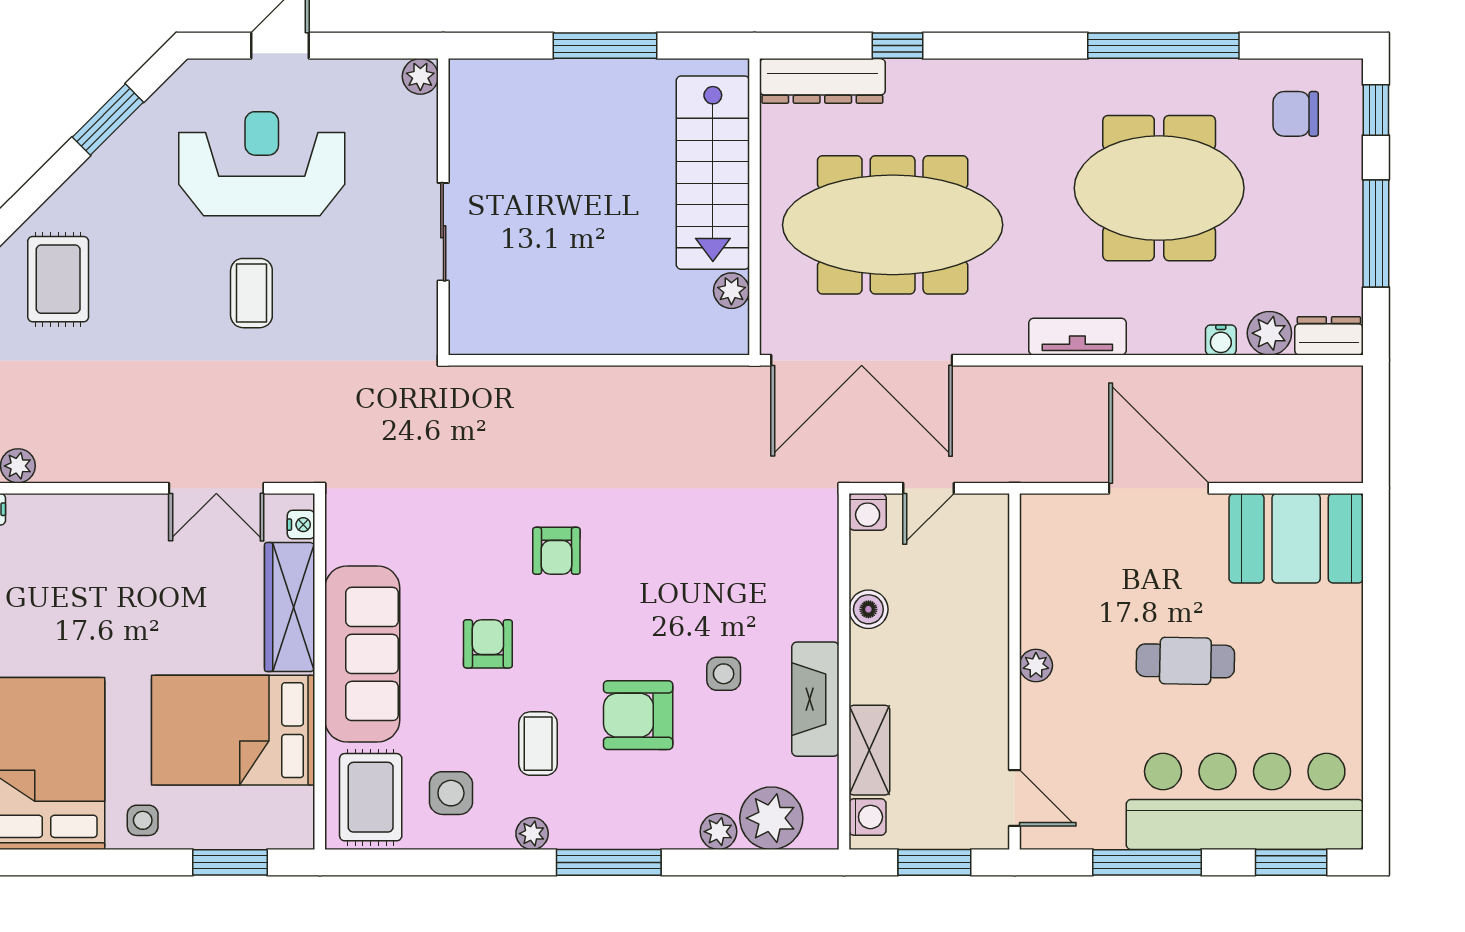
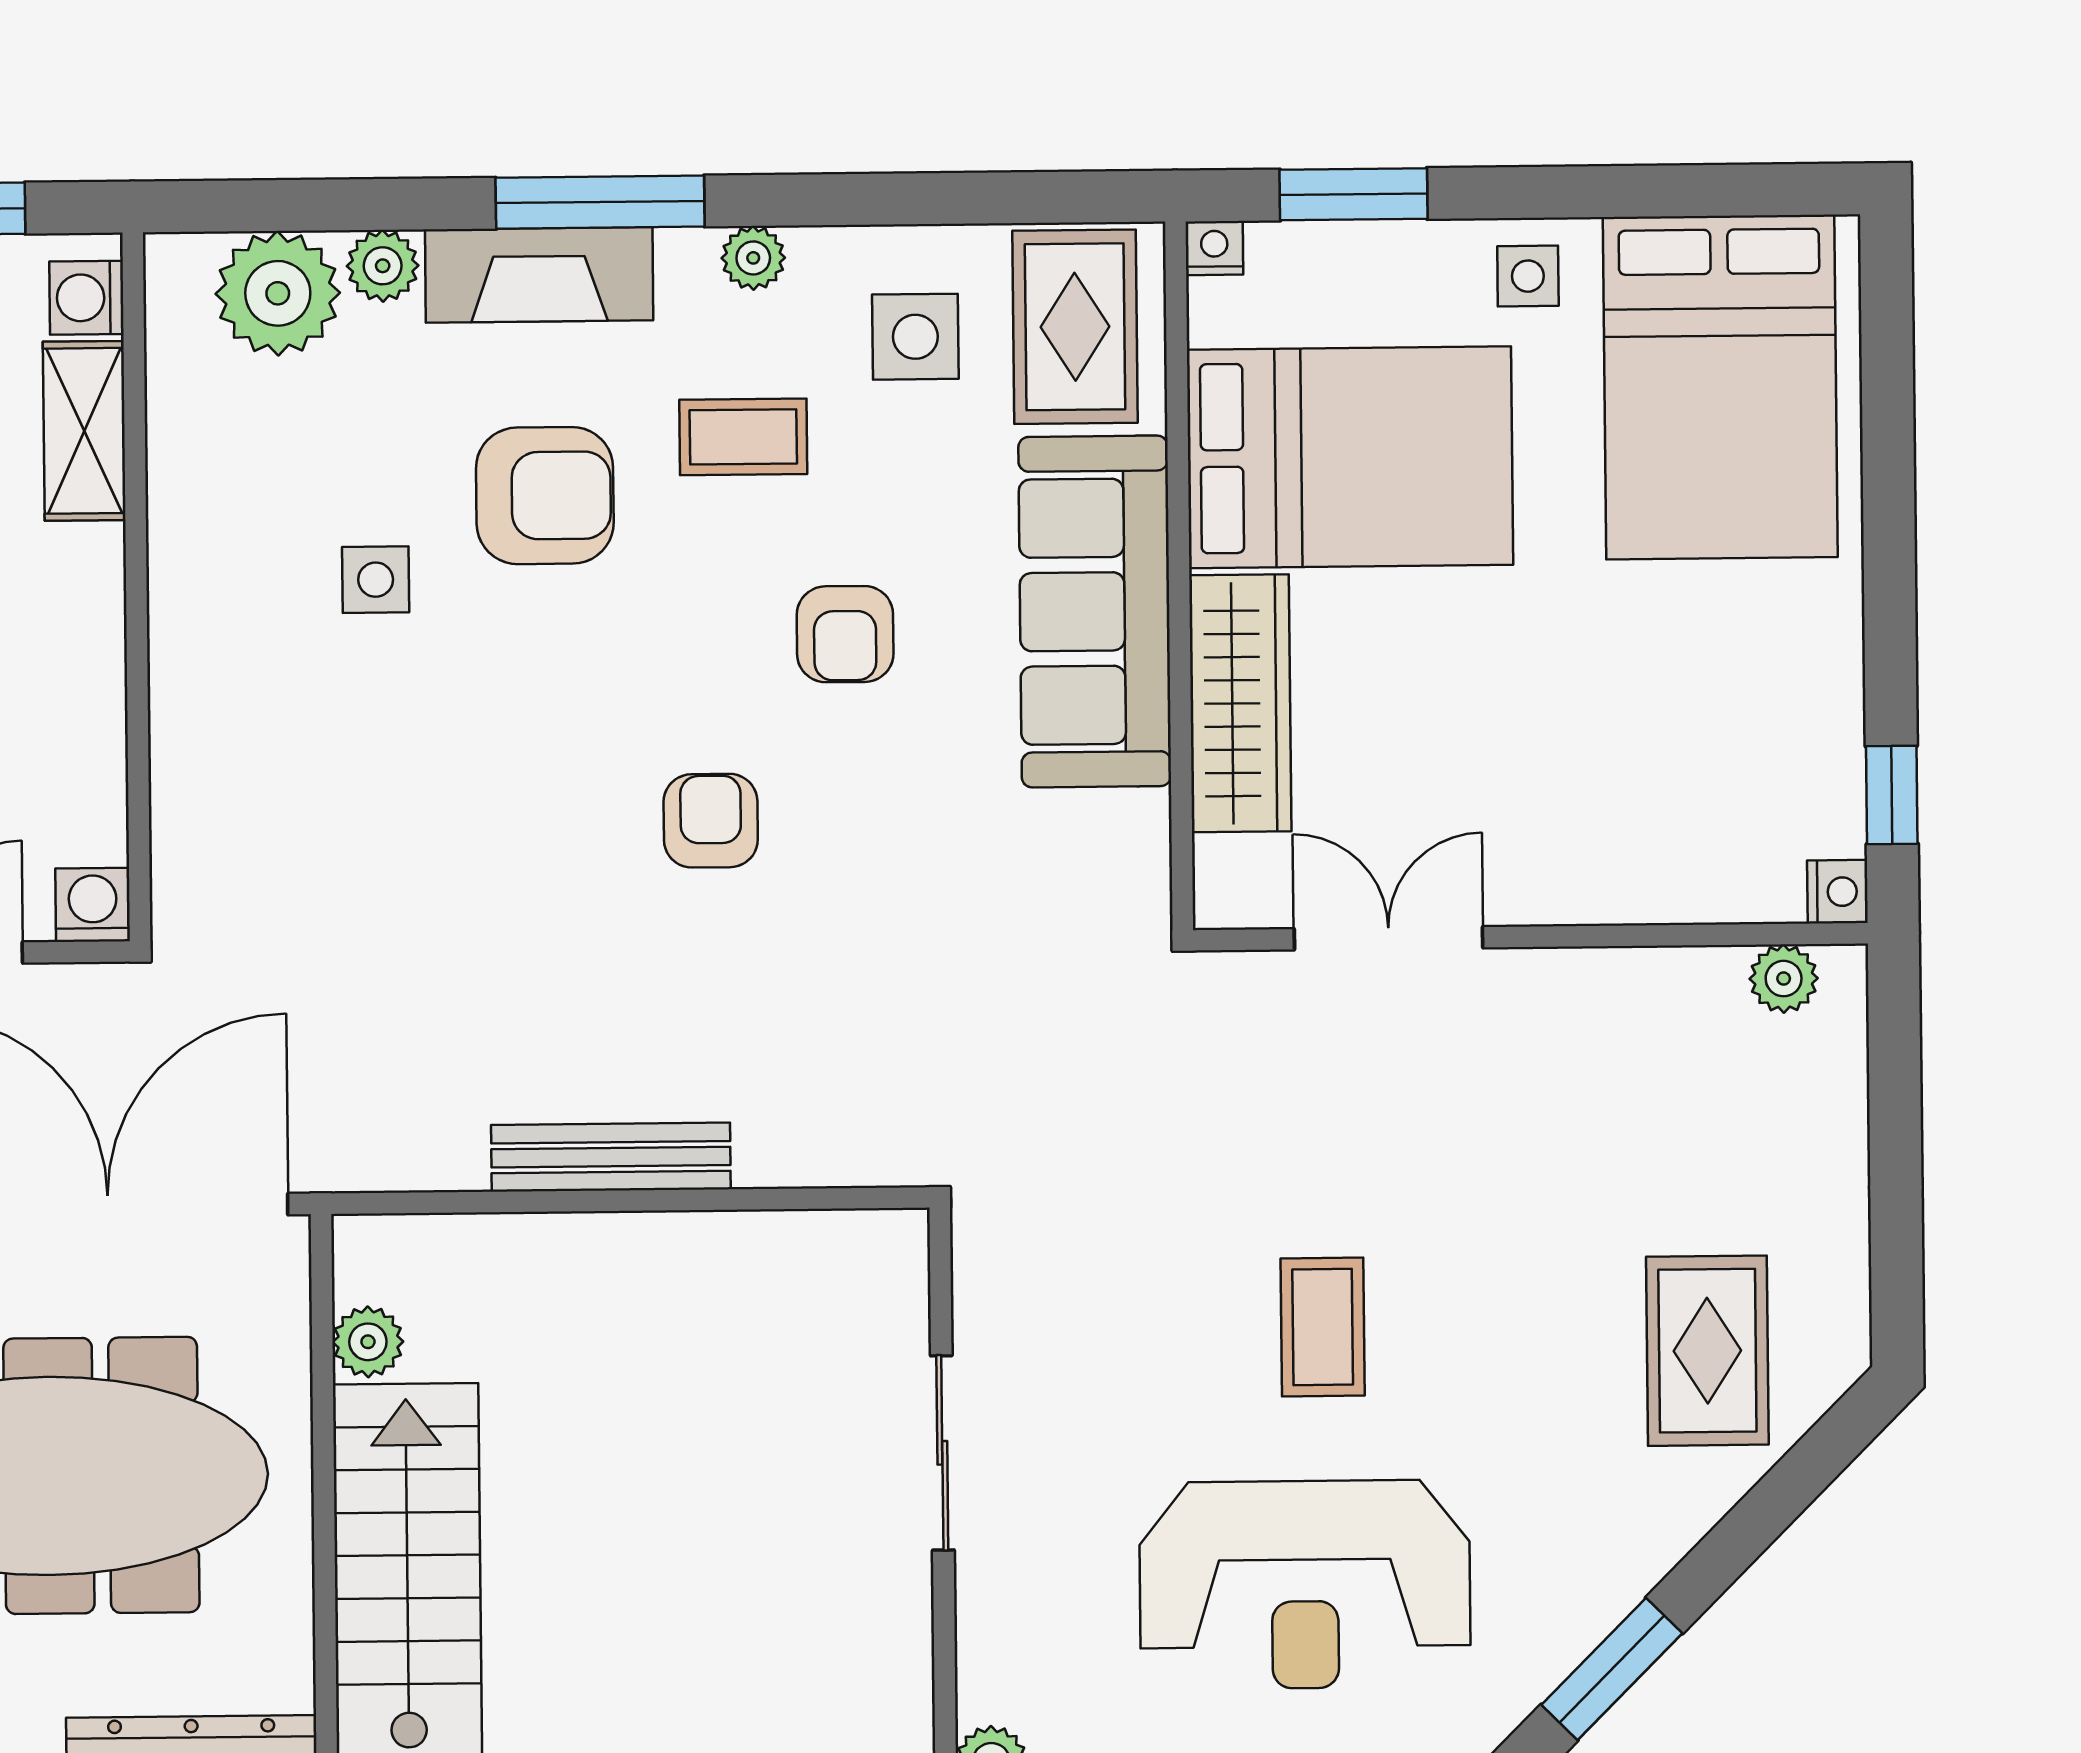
bench: (608, 382) -> (611, 1157), added
nightstand: (301, 525) -> (1214, 248), moved, turned 90
boiler: (868, 609) -> (89, 711), removed
fireplace: (815, 699) -> (539, 275), moved, turned 90
coffee table: (538, 744) -> (743, 437), turned 90

